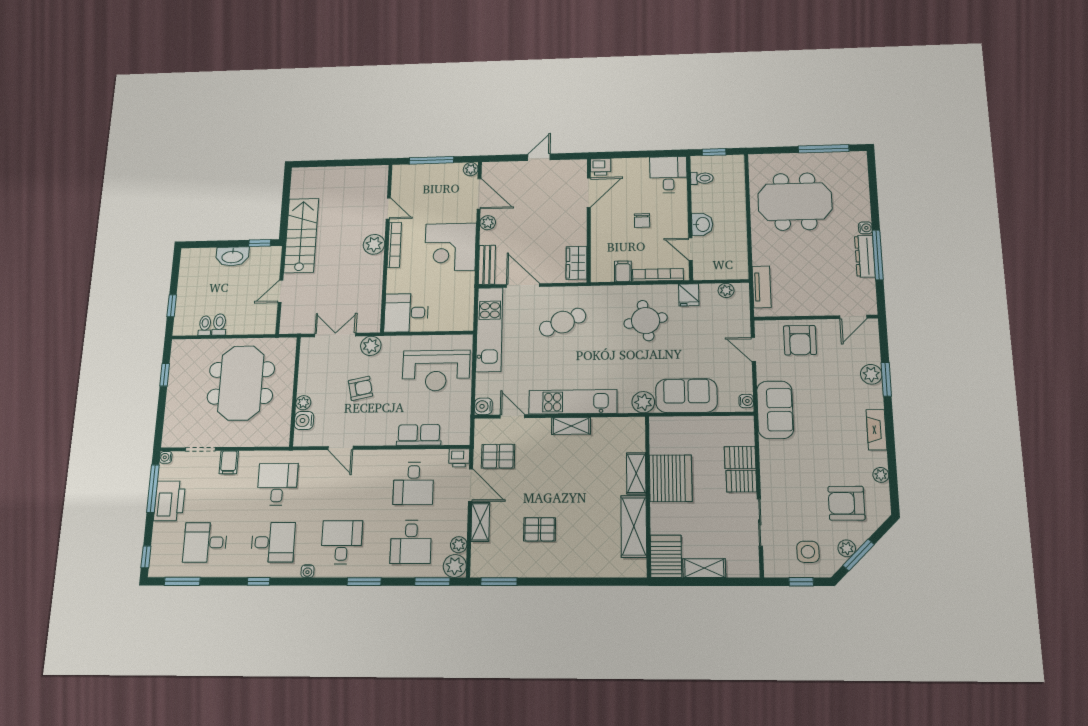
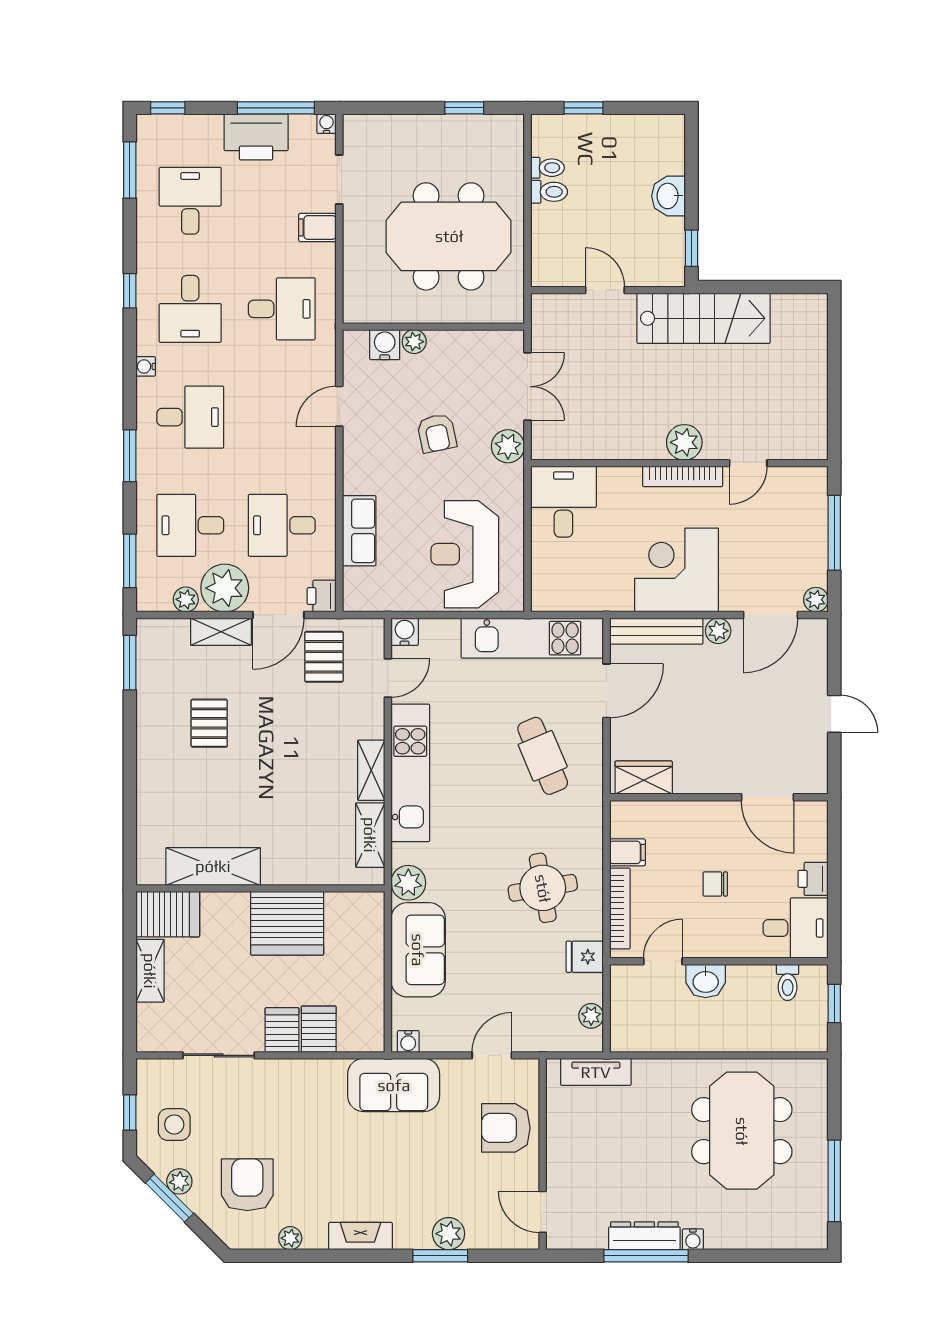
printer: (601, 167) -> (813, 879), moved
washbasin: (232, 256) -> (669, 196), width x0.72
bench: (487, 265) -> (656, 631), width x1.36
shelving: (636, 473) -> (370, 835), moved, turned 90
plant: (455, 566) -> (225, 588), moved, width x1.36, depth x1.36

